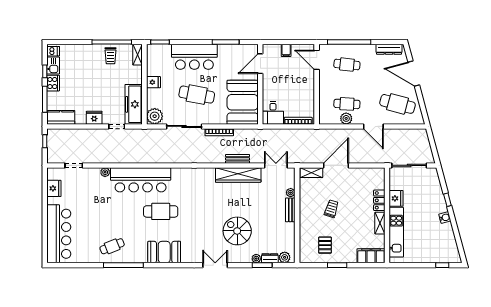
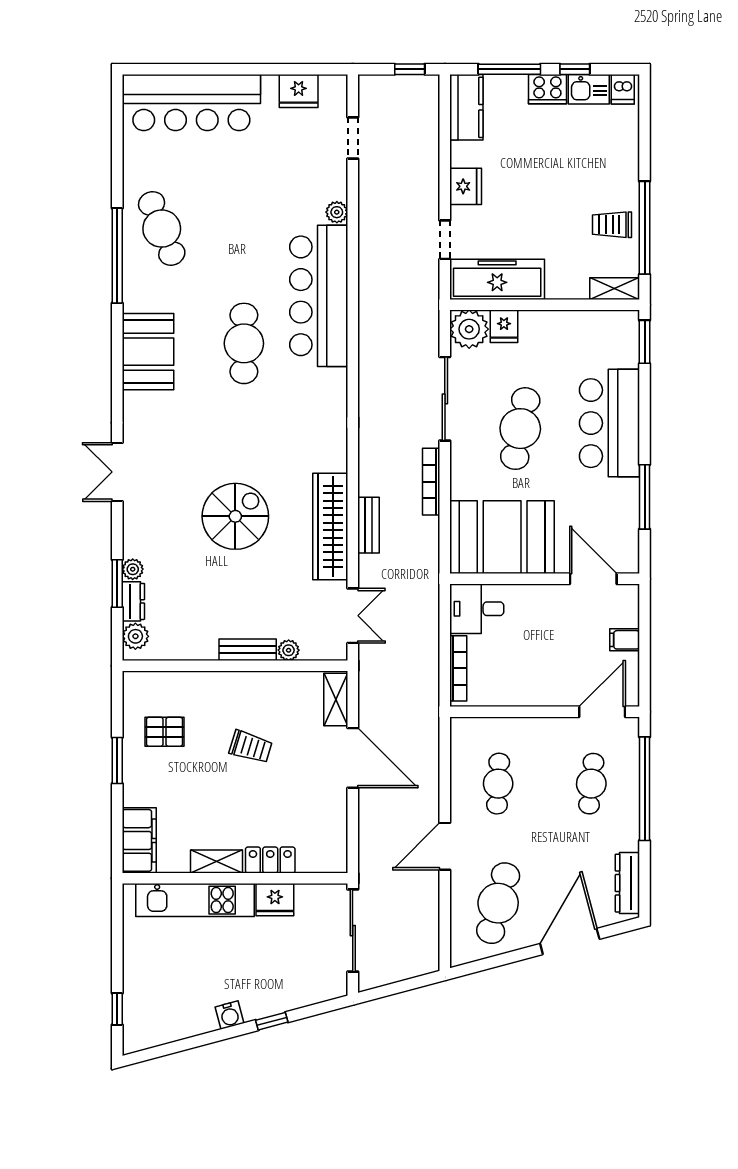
fridge: (153, 82) -> (504, 326), moved
plant: (346, 118) -> (464, 782), removed
spiral stairs: (237, 231) -> (235, 516), moved
cafe table: (112, 246) -> (162, 229), width x1.37, depth x1.35
double door: (215, 265) -> (117, 472), swing flipped

